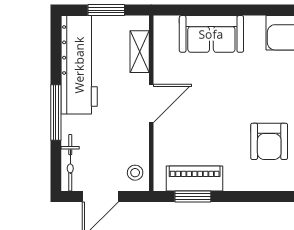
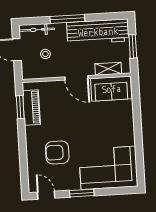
sofa: (211, 34) -> (111, 89), moved, turned -90
stool: (135, 173) -> (45, 54), moved

